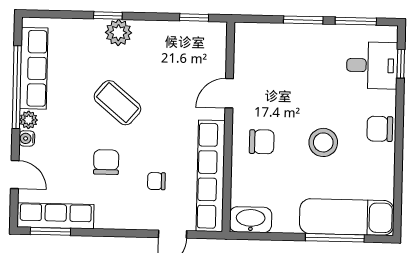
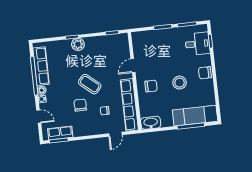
coffee table: (117, 103) -> (90, 84), moved
row of seats: (56, 216) -> (60, 133), width x0.68

